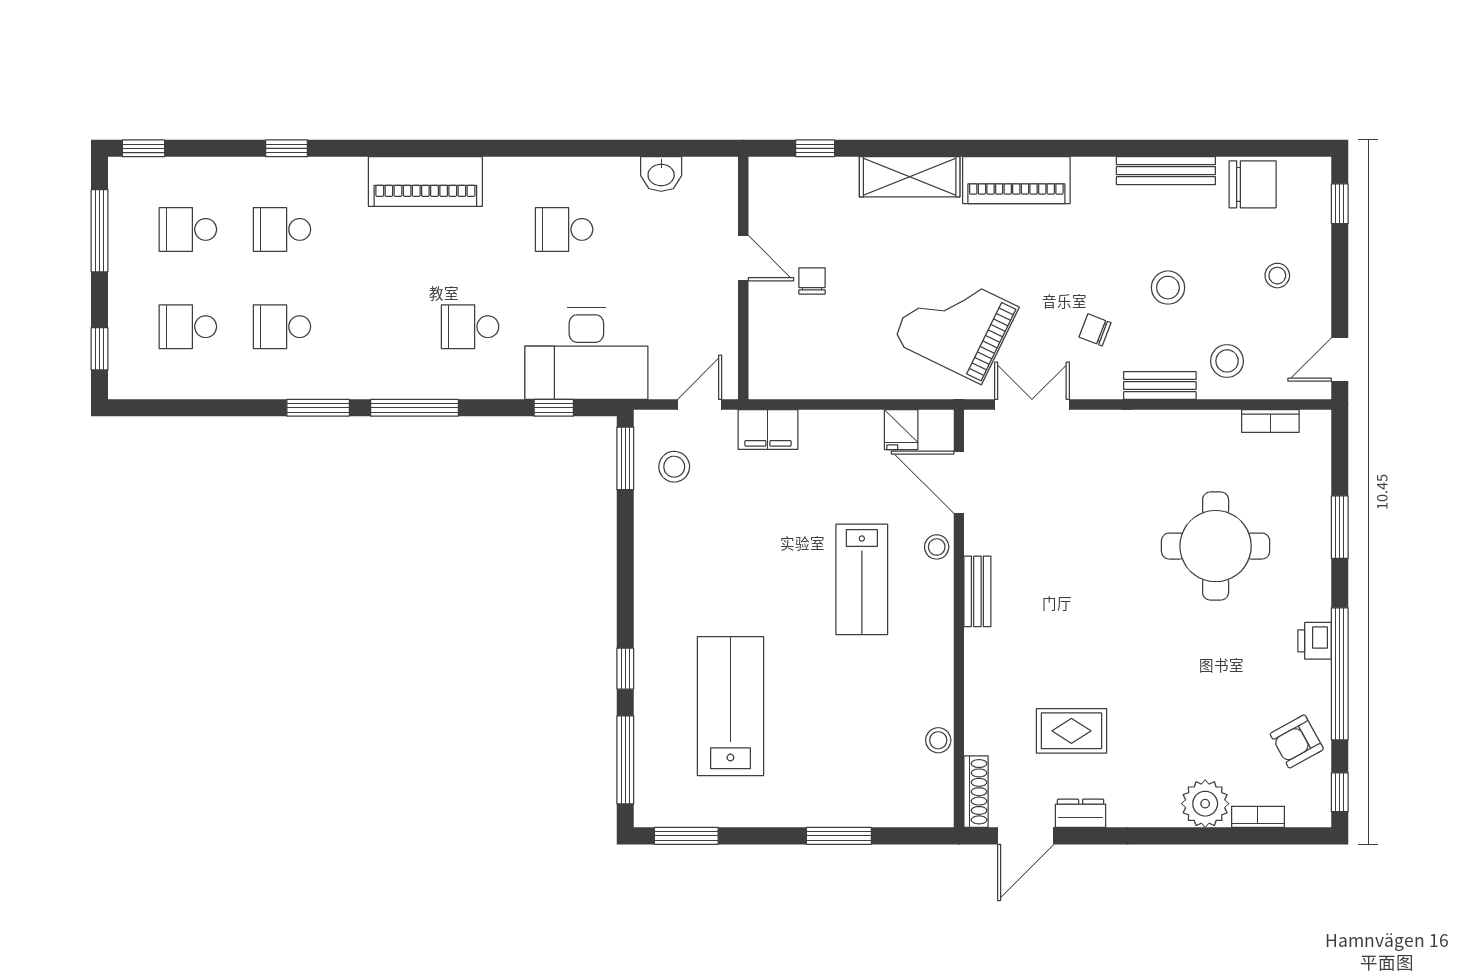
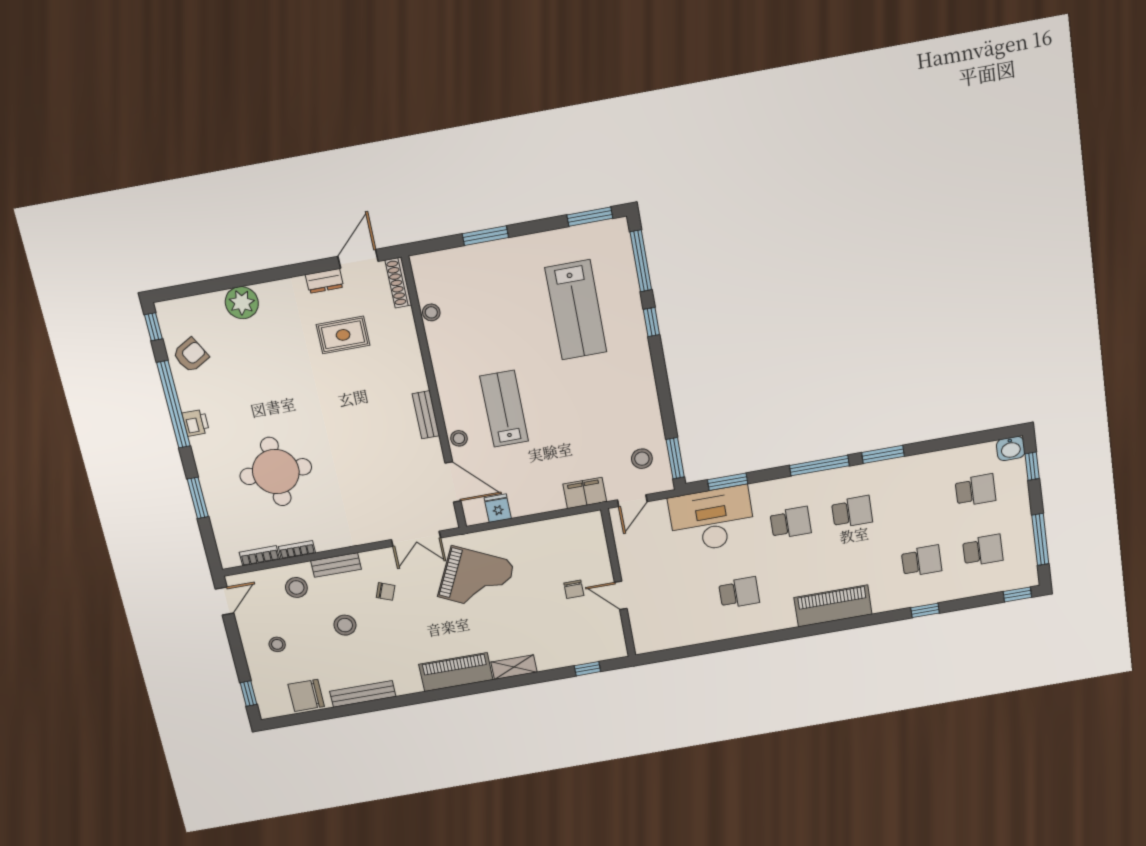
washbasin: (661, 174) -> (1011, 449), moved, turned 180
shelving: (910, 177) -> (514, 667), width x0.67, depth x0.75
school desk: (282, 327) -> (852, 512), moved
window: (554, 408) -> (728, 482), width x1.50
bookcase: (1258, 817) -> (297, 550), moved, turned 180

